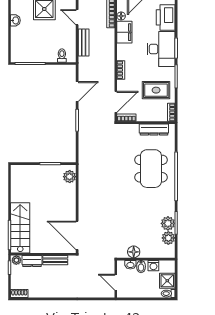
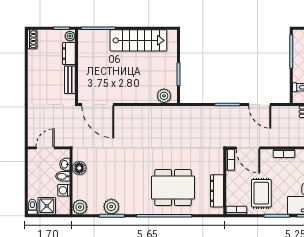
stairs: (20, 228) -> (138, 40), moved
door: (77, 235) -> (98, 104), swing flipped
plant: (168, 238) -> (80, 207), moved

